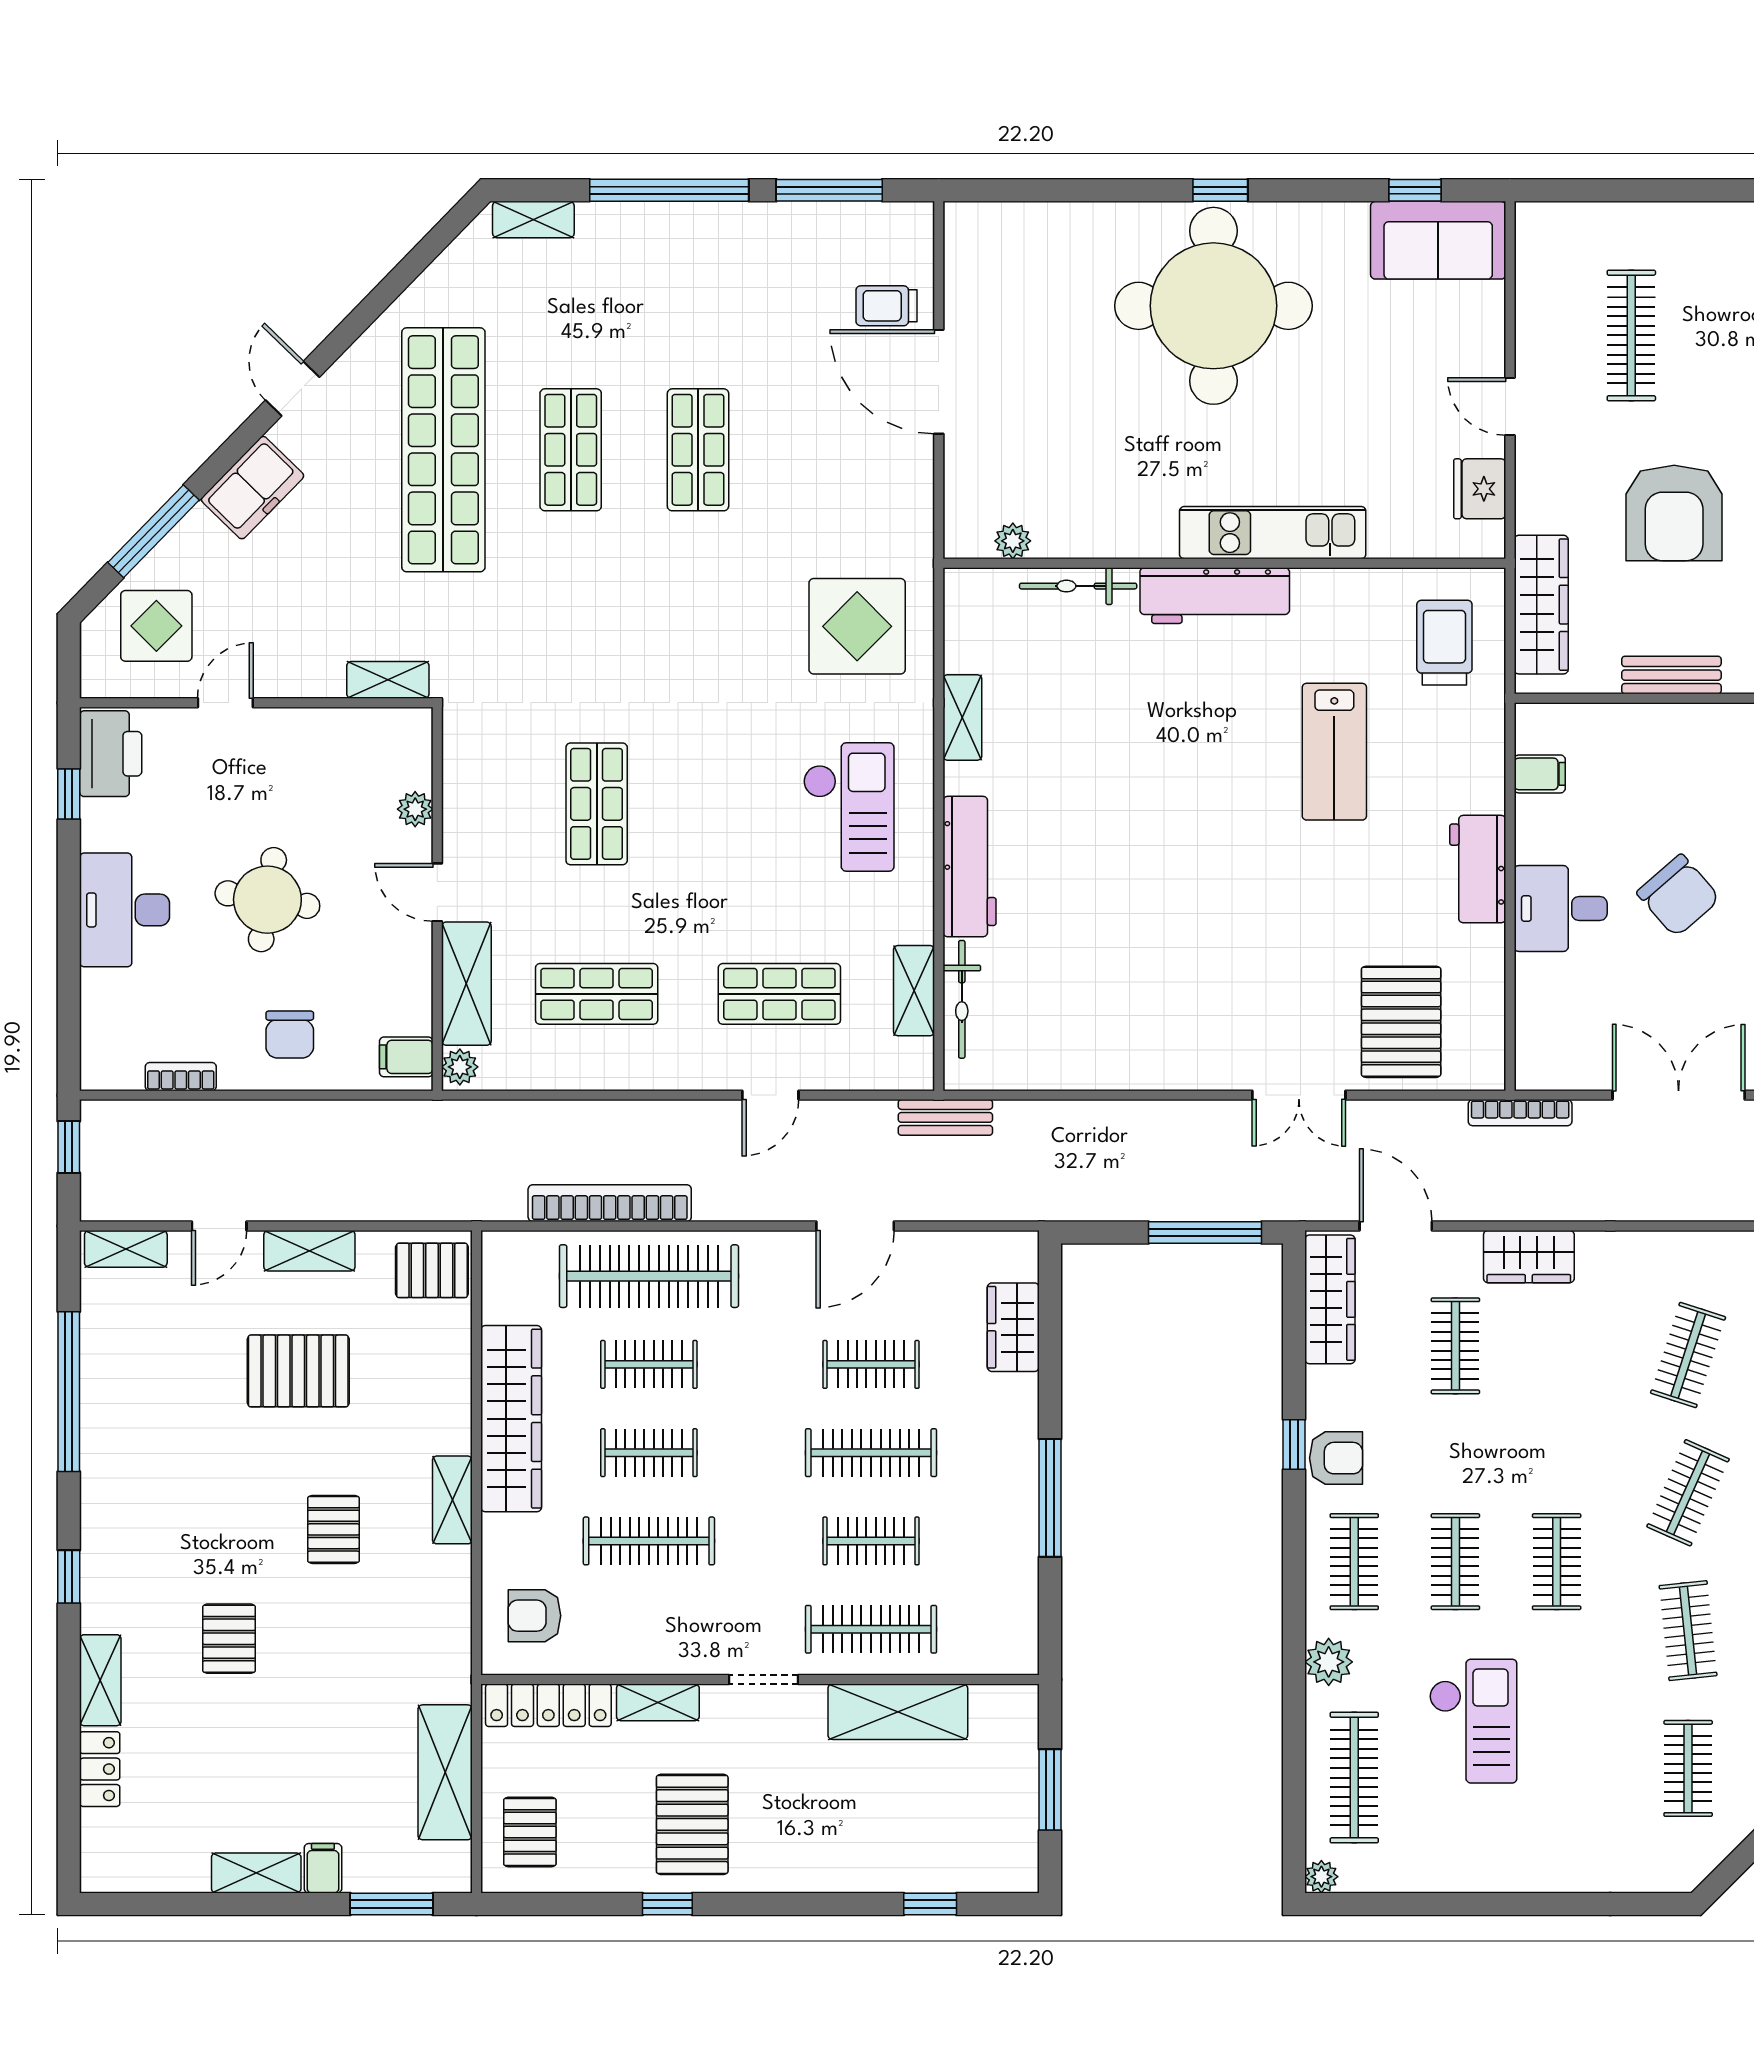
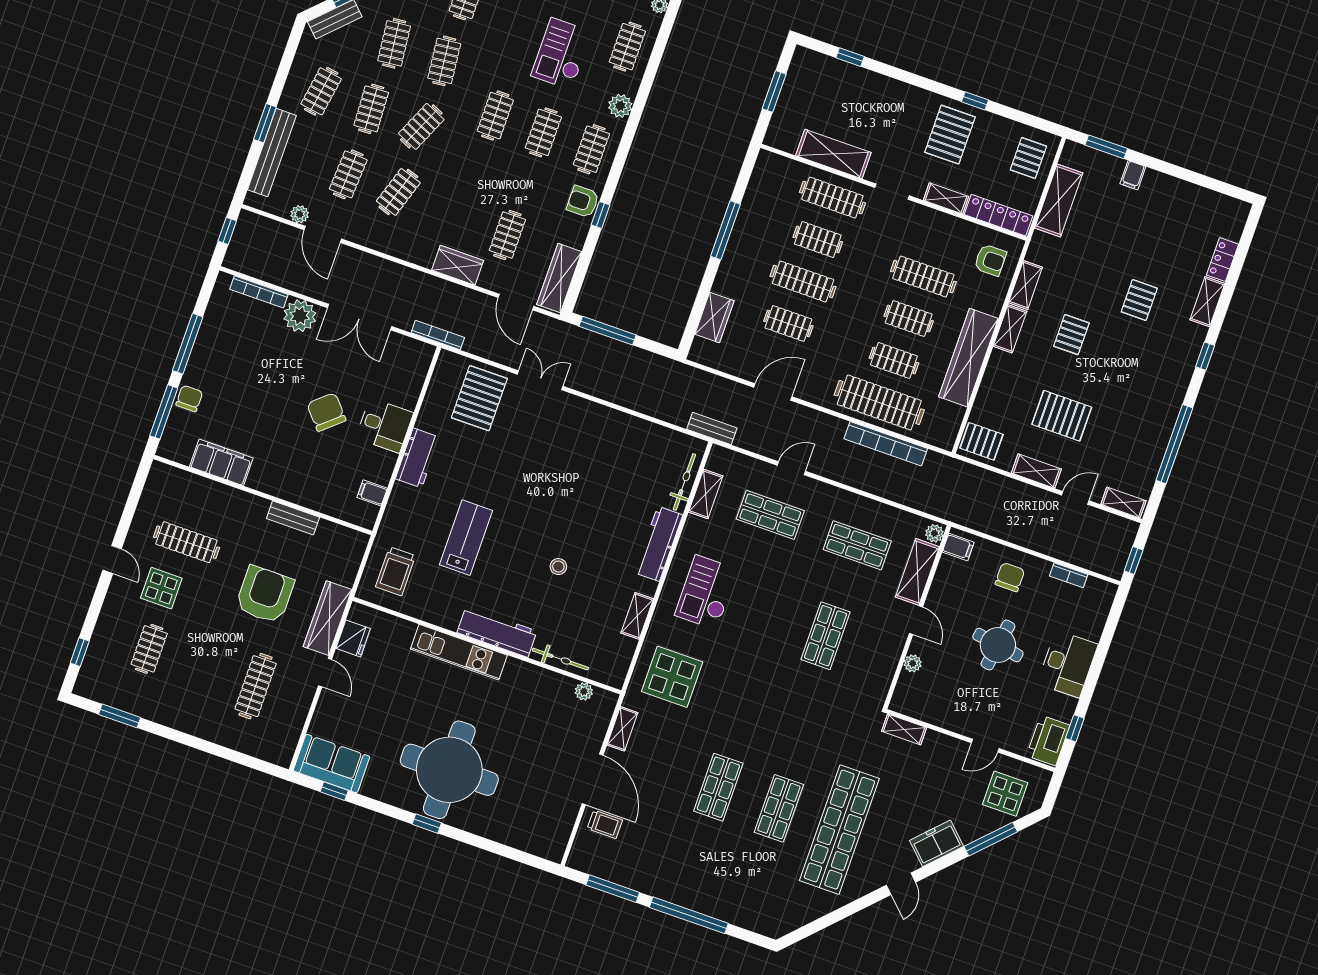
shelving: (533, 220) -> (622, 729), moved, turned 90
wardrobe: (1541, 605) -> (327, 618), moved
stool: (1142, 758) -> (558, 567), added
clothes rail: (1354, 1778) -> (627, 47), width x0.73
shelving: (256, 1873) -> (1025, 285), moved, turned 90

